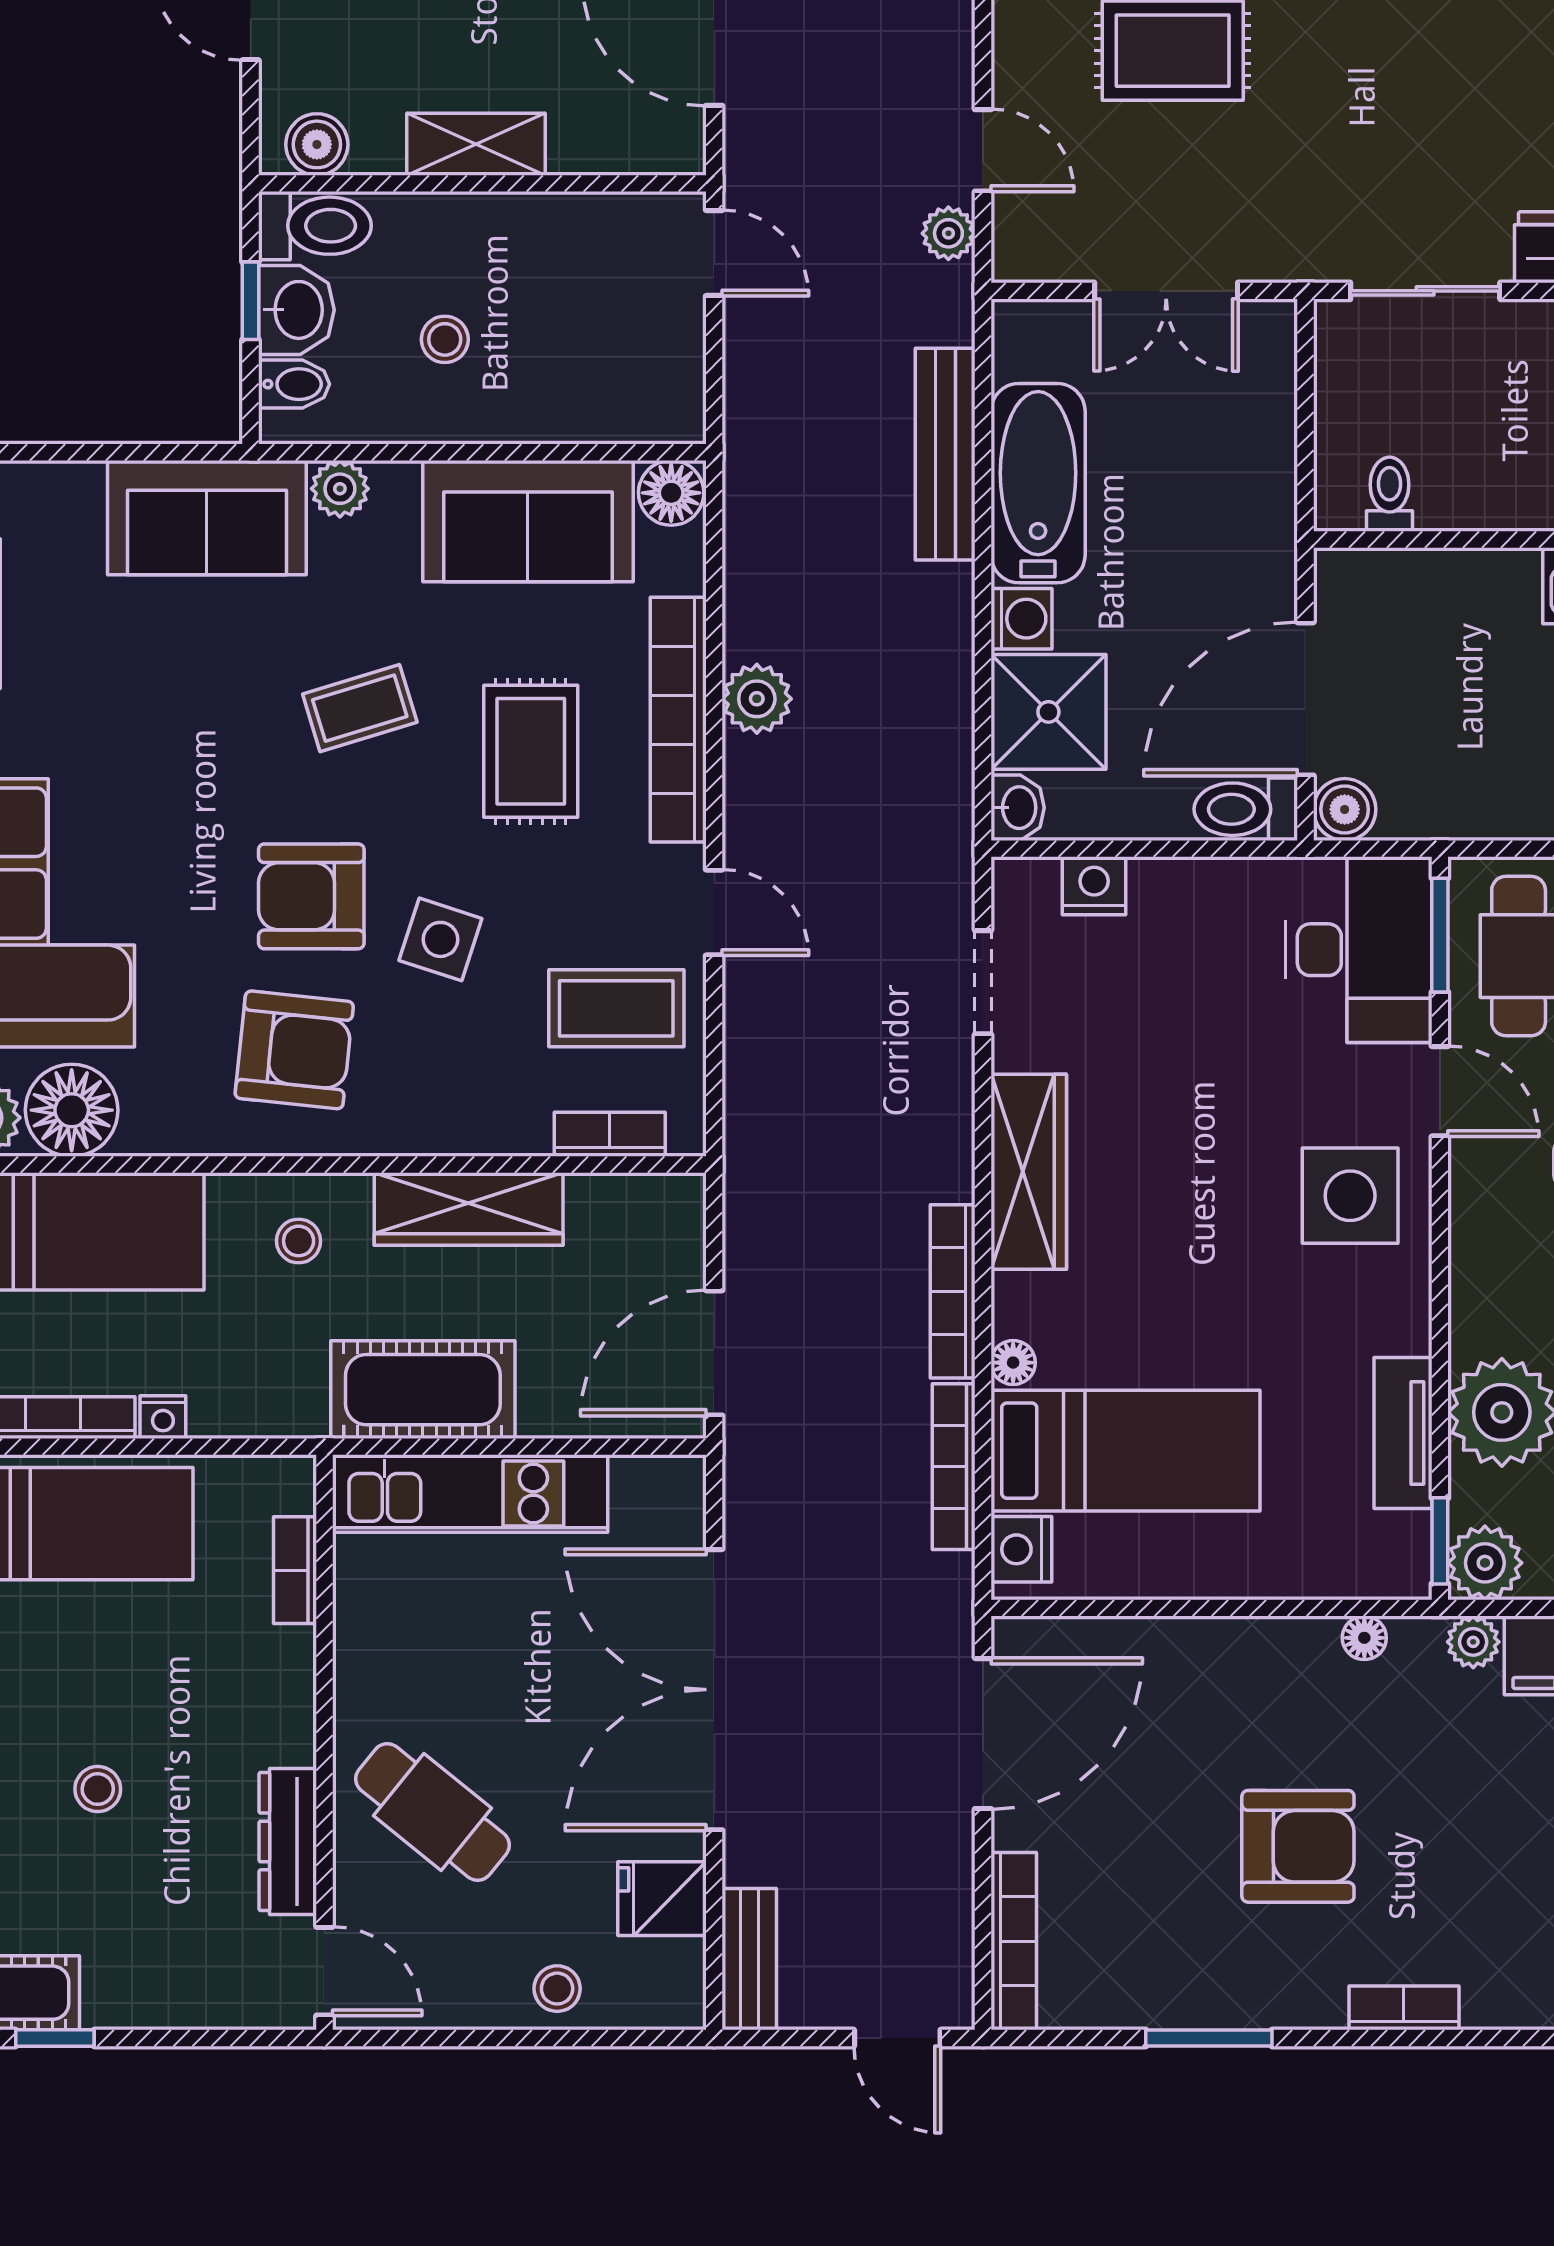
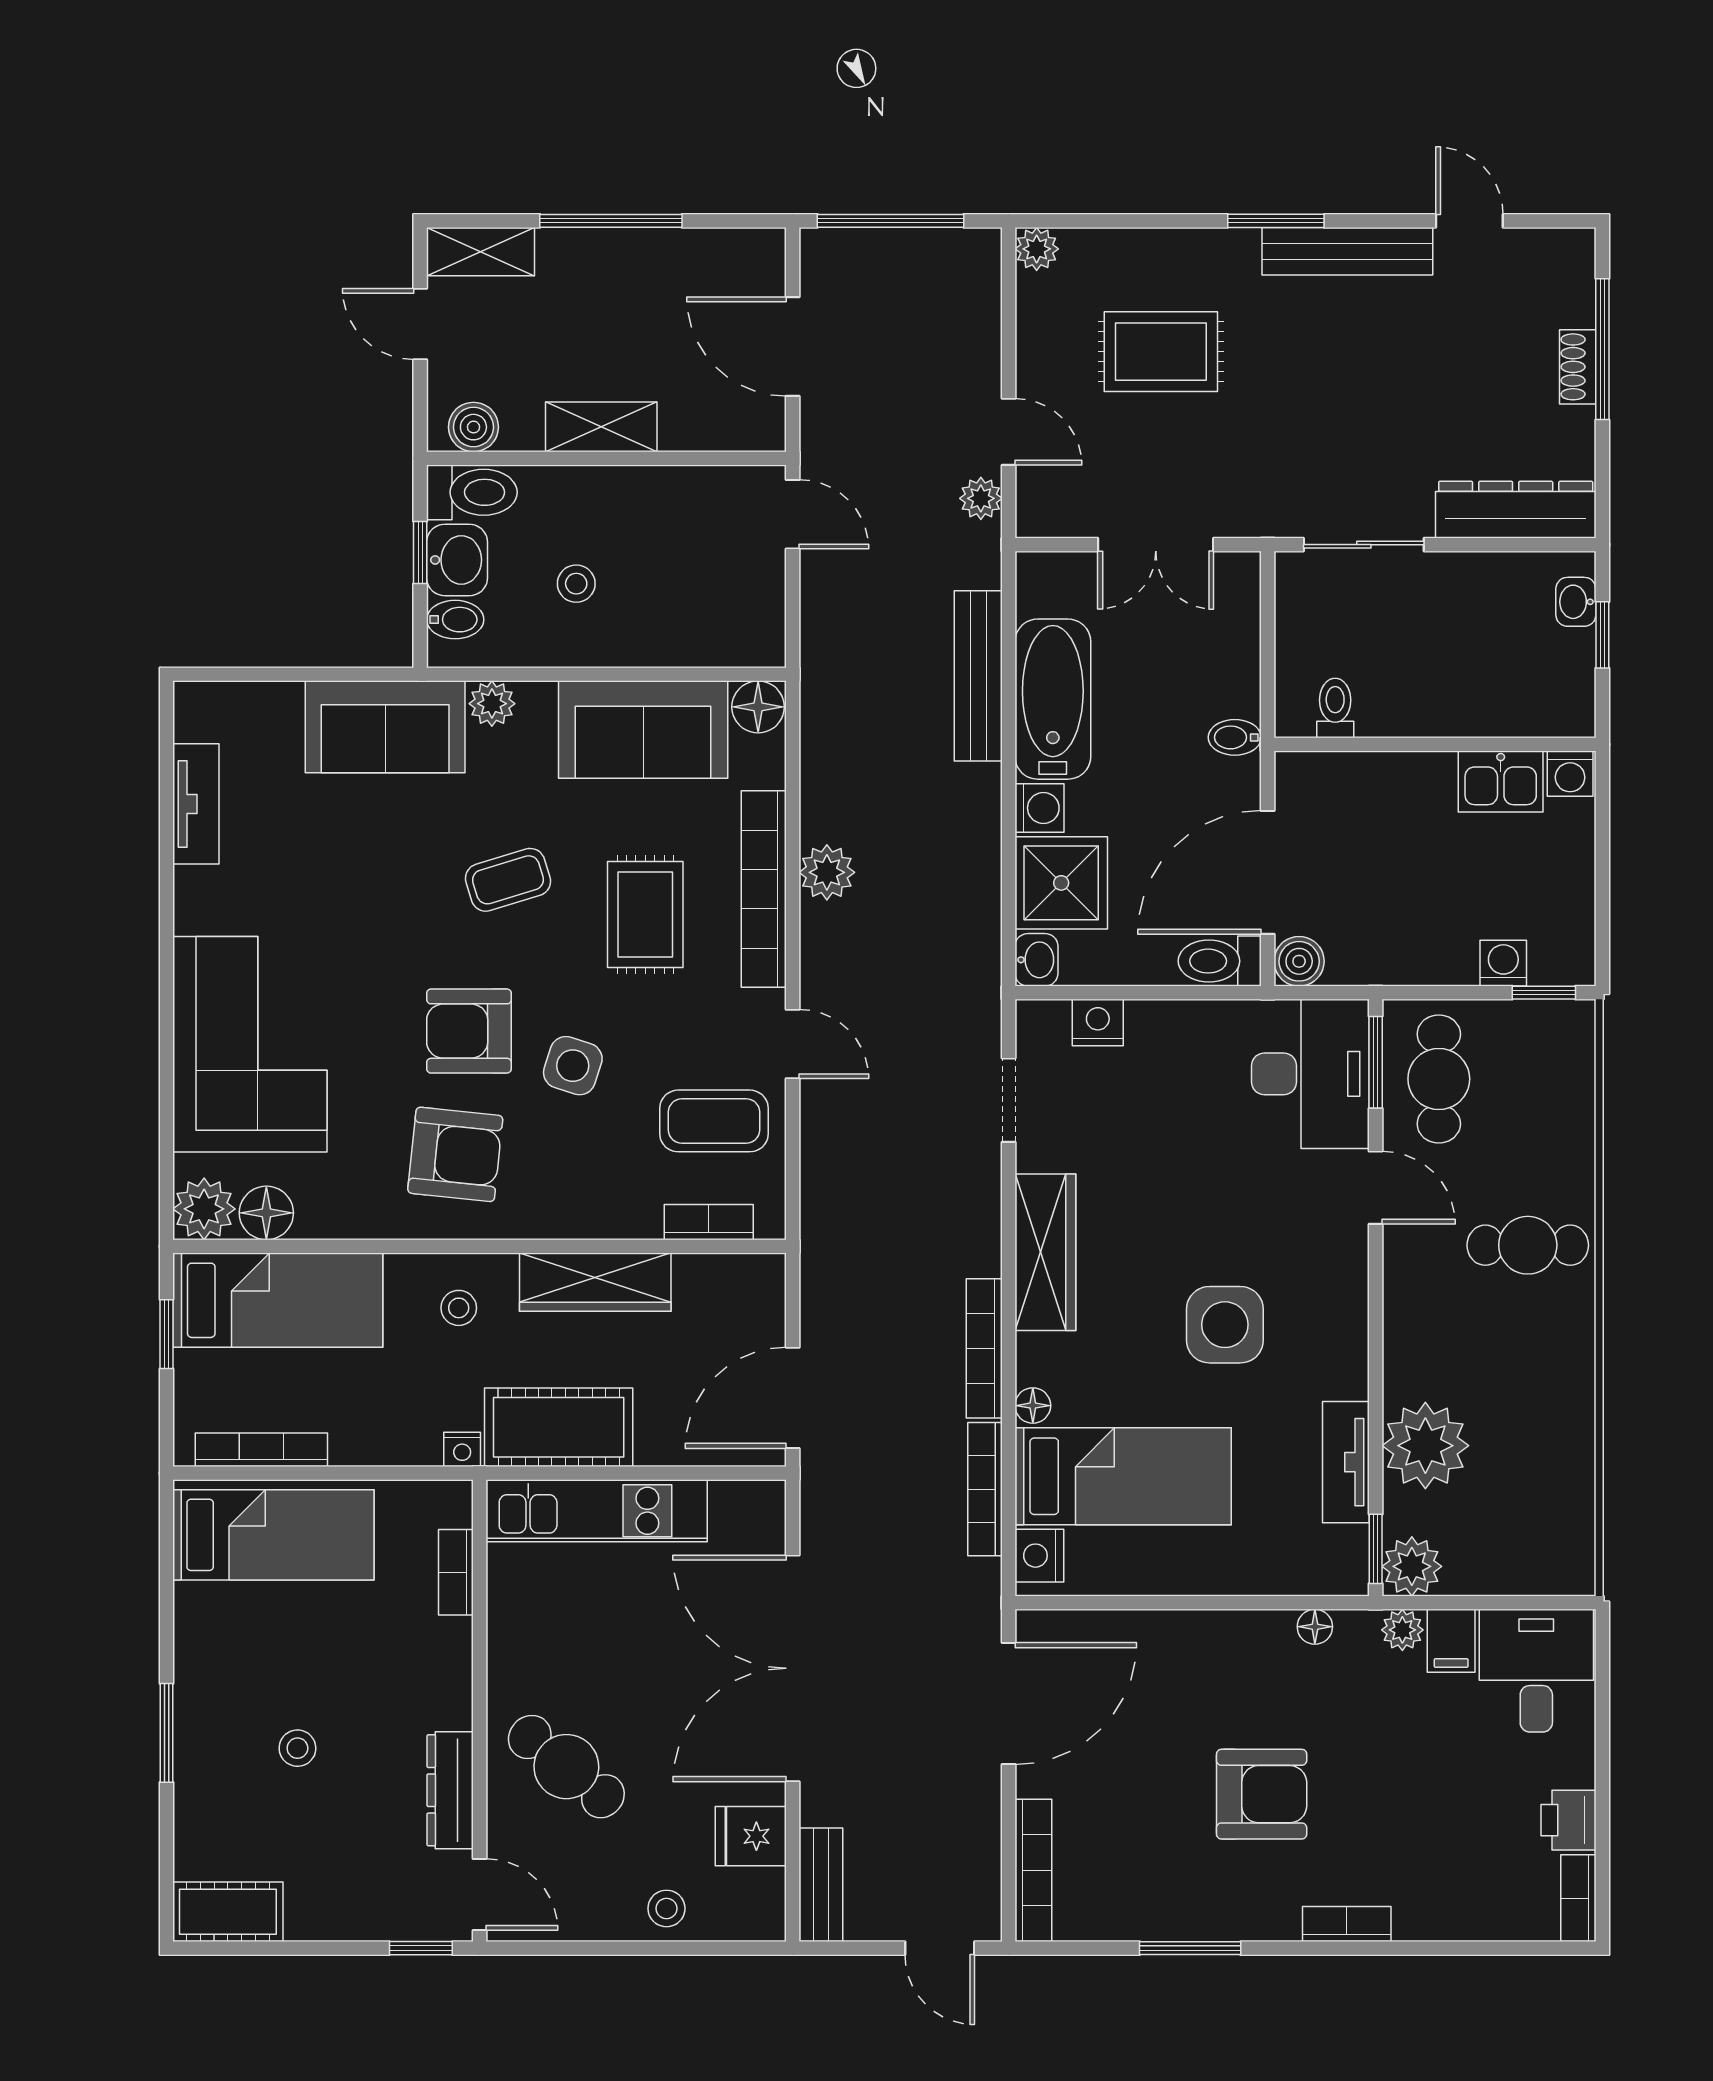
bidet: (1265, 531) -> (1235, 737), added
floor lamp: (72, 1110) -> (266, 1213), width x0.73, depth x0.73
side table: (1350, 1196) -> (1225, 1325), moved
nightstand: (163, 1417) -> (462, 1449), moved
window: (55, 2038) -> (421, 1948), moved

